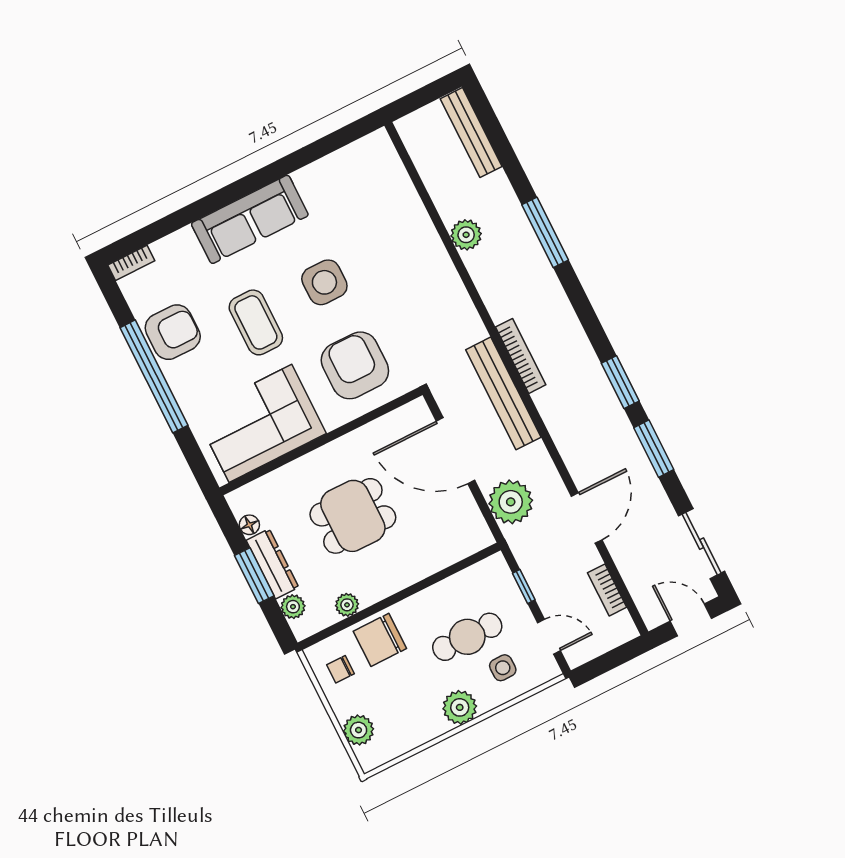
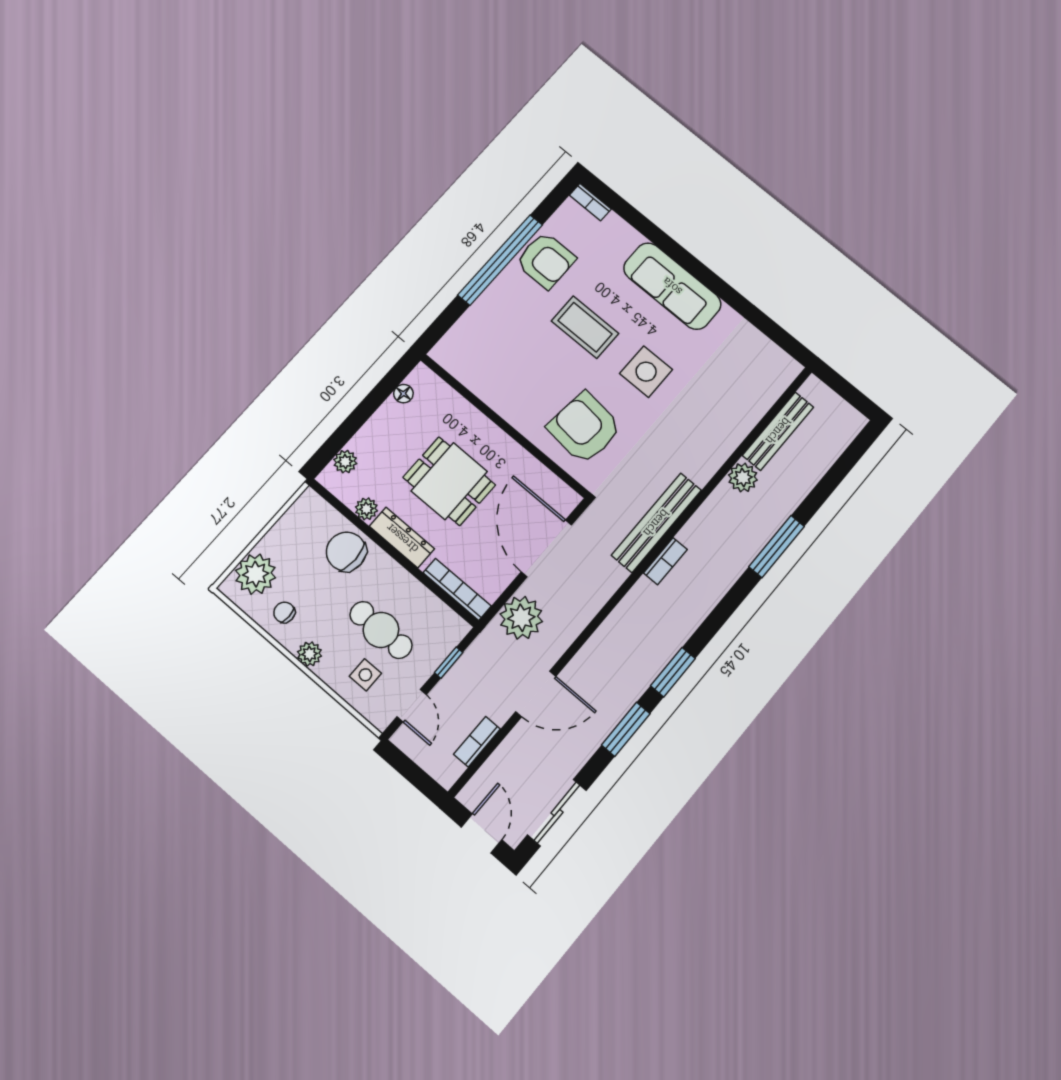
bench: (471, 133) -> (778, 431), moved
coffee table: (256, 322) -> (585, 327), turned 90
bookcase: (521, 356) -> (665, 561), width x0.64
armchair: (355, 365) -> (585, 428), turned -84
bench: (503, 393) -> (656, 523), moved
corner sofa: (260, 423) -> (498, 367), removed
bookcase: (459, 551) -> (457, 589), added
dresser: (272, 564) -> (402, 538), moved, turned -90
window: (254, 576) -> (359, 416), removed
chair: (341, 669) -> (284, 612), moved
plant: (460, 707) -> (310, 654), width x0.73, depth x0.73
plant: (359, 730) -> (256, 574), width x1.36, depth x1.36

